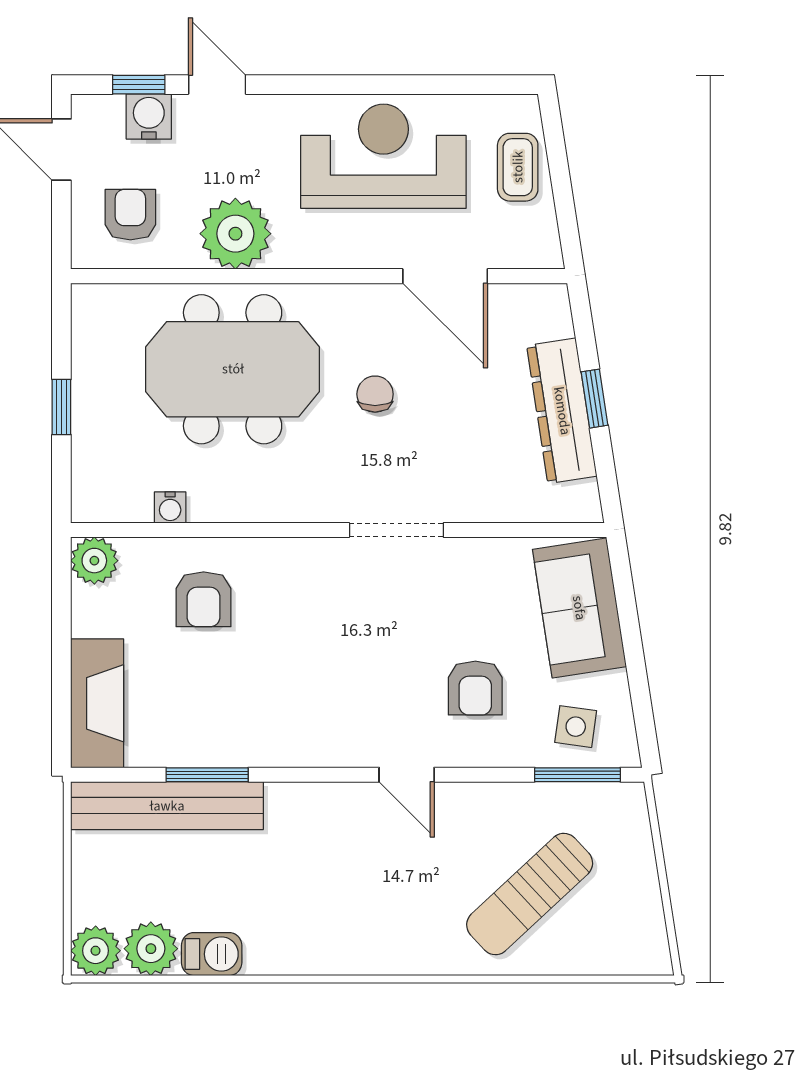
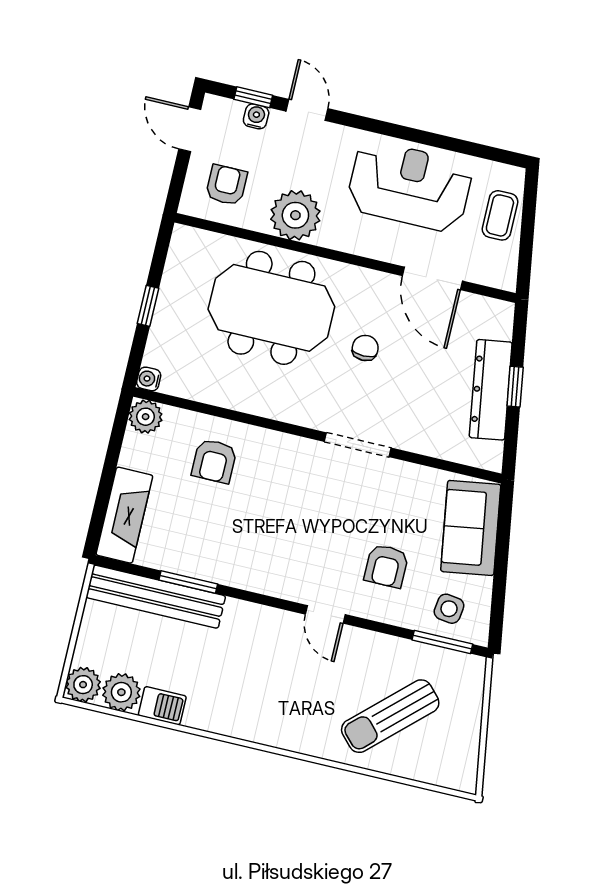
water cooler: (149, 116) -> (256, 116), width x0.72, depth x0.72
water cooler: (170, 507) -> (149, 379), moved, turned 90

